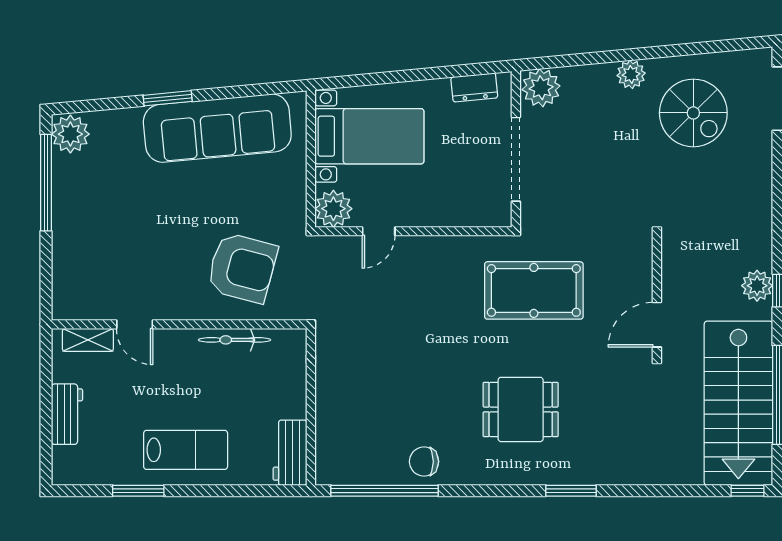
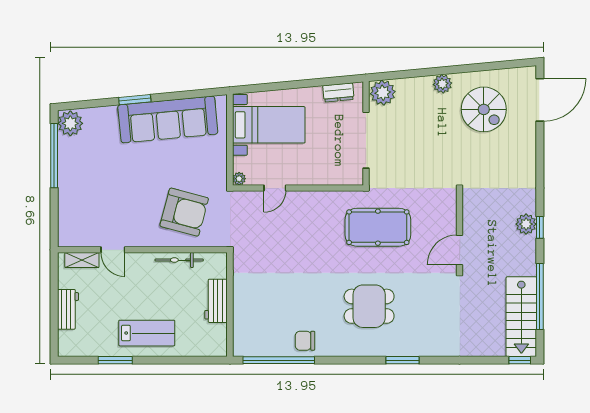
plant: (333, 209) -> (239, 179), width x0.53, depth x0.53
stairs: (738, 403) -> (521, 317), width x0.73, depth x0.66
workbench: (290, 453) -> (216, 301), moved

